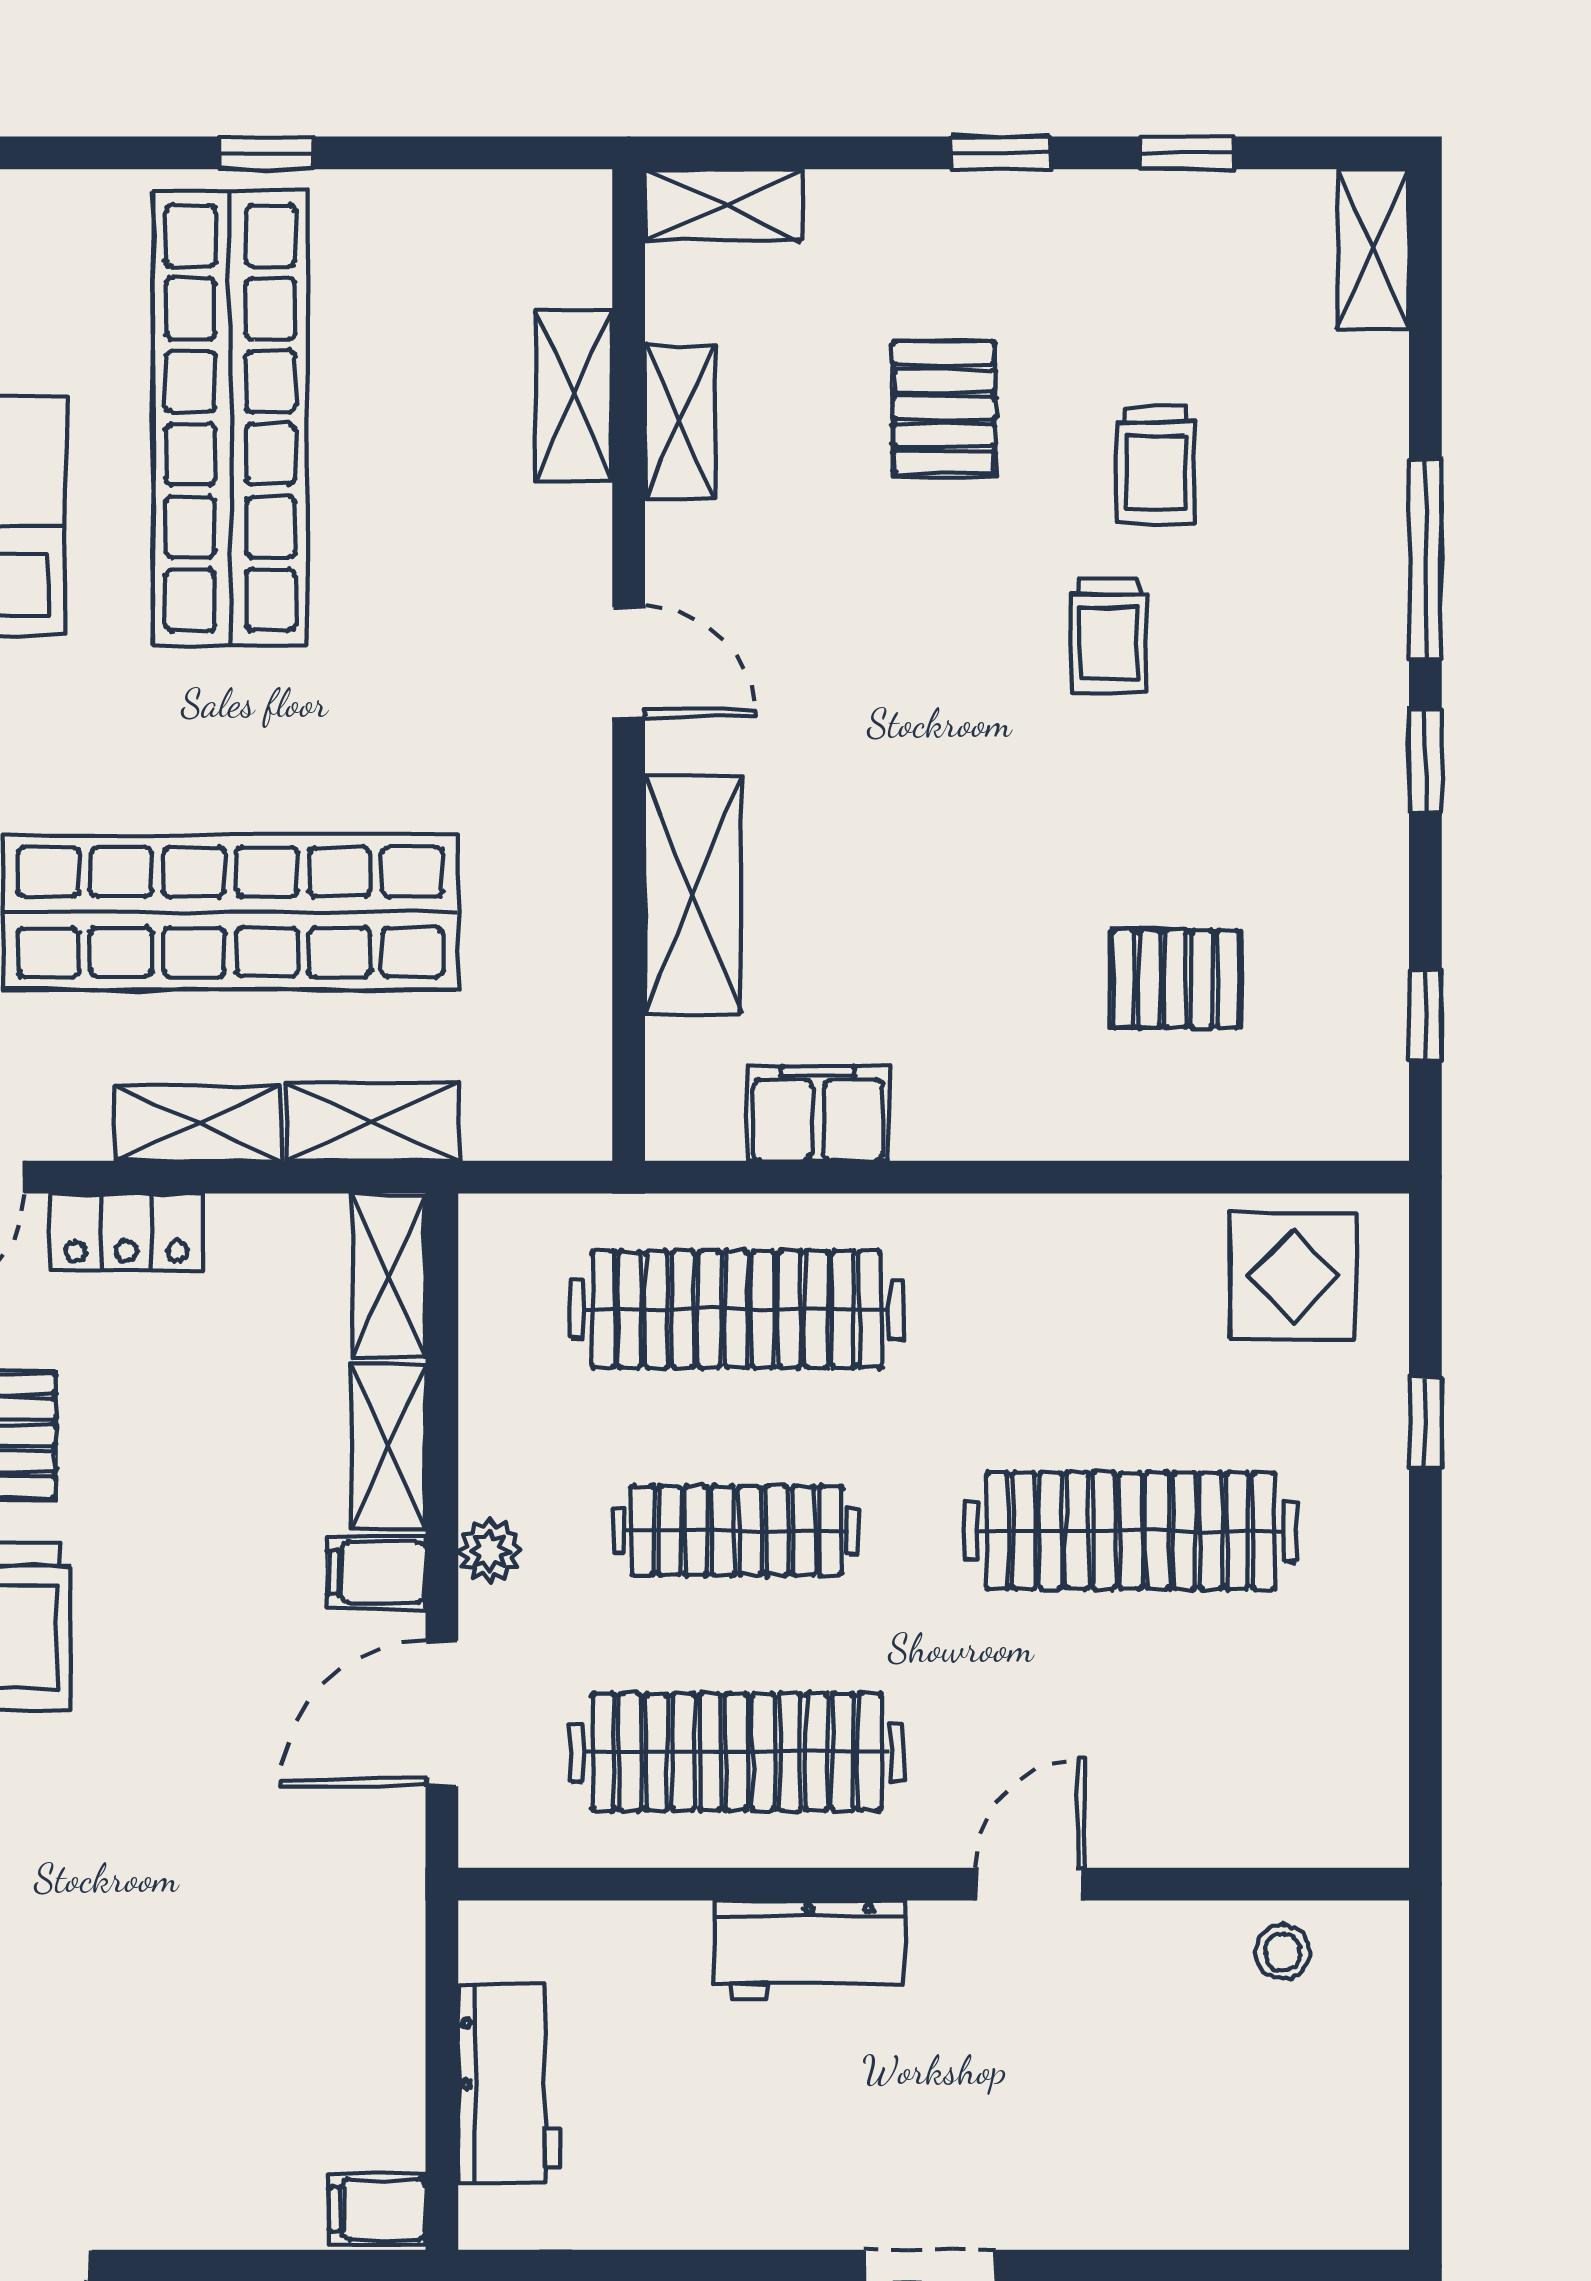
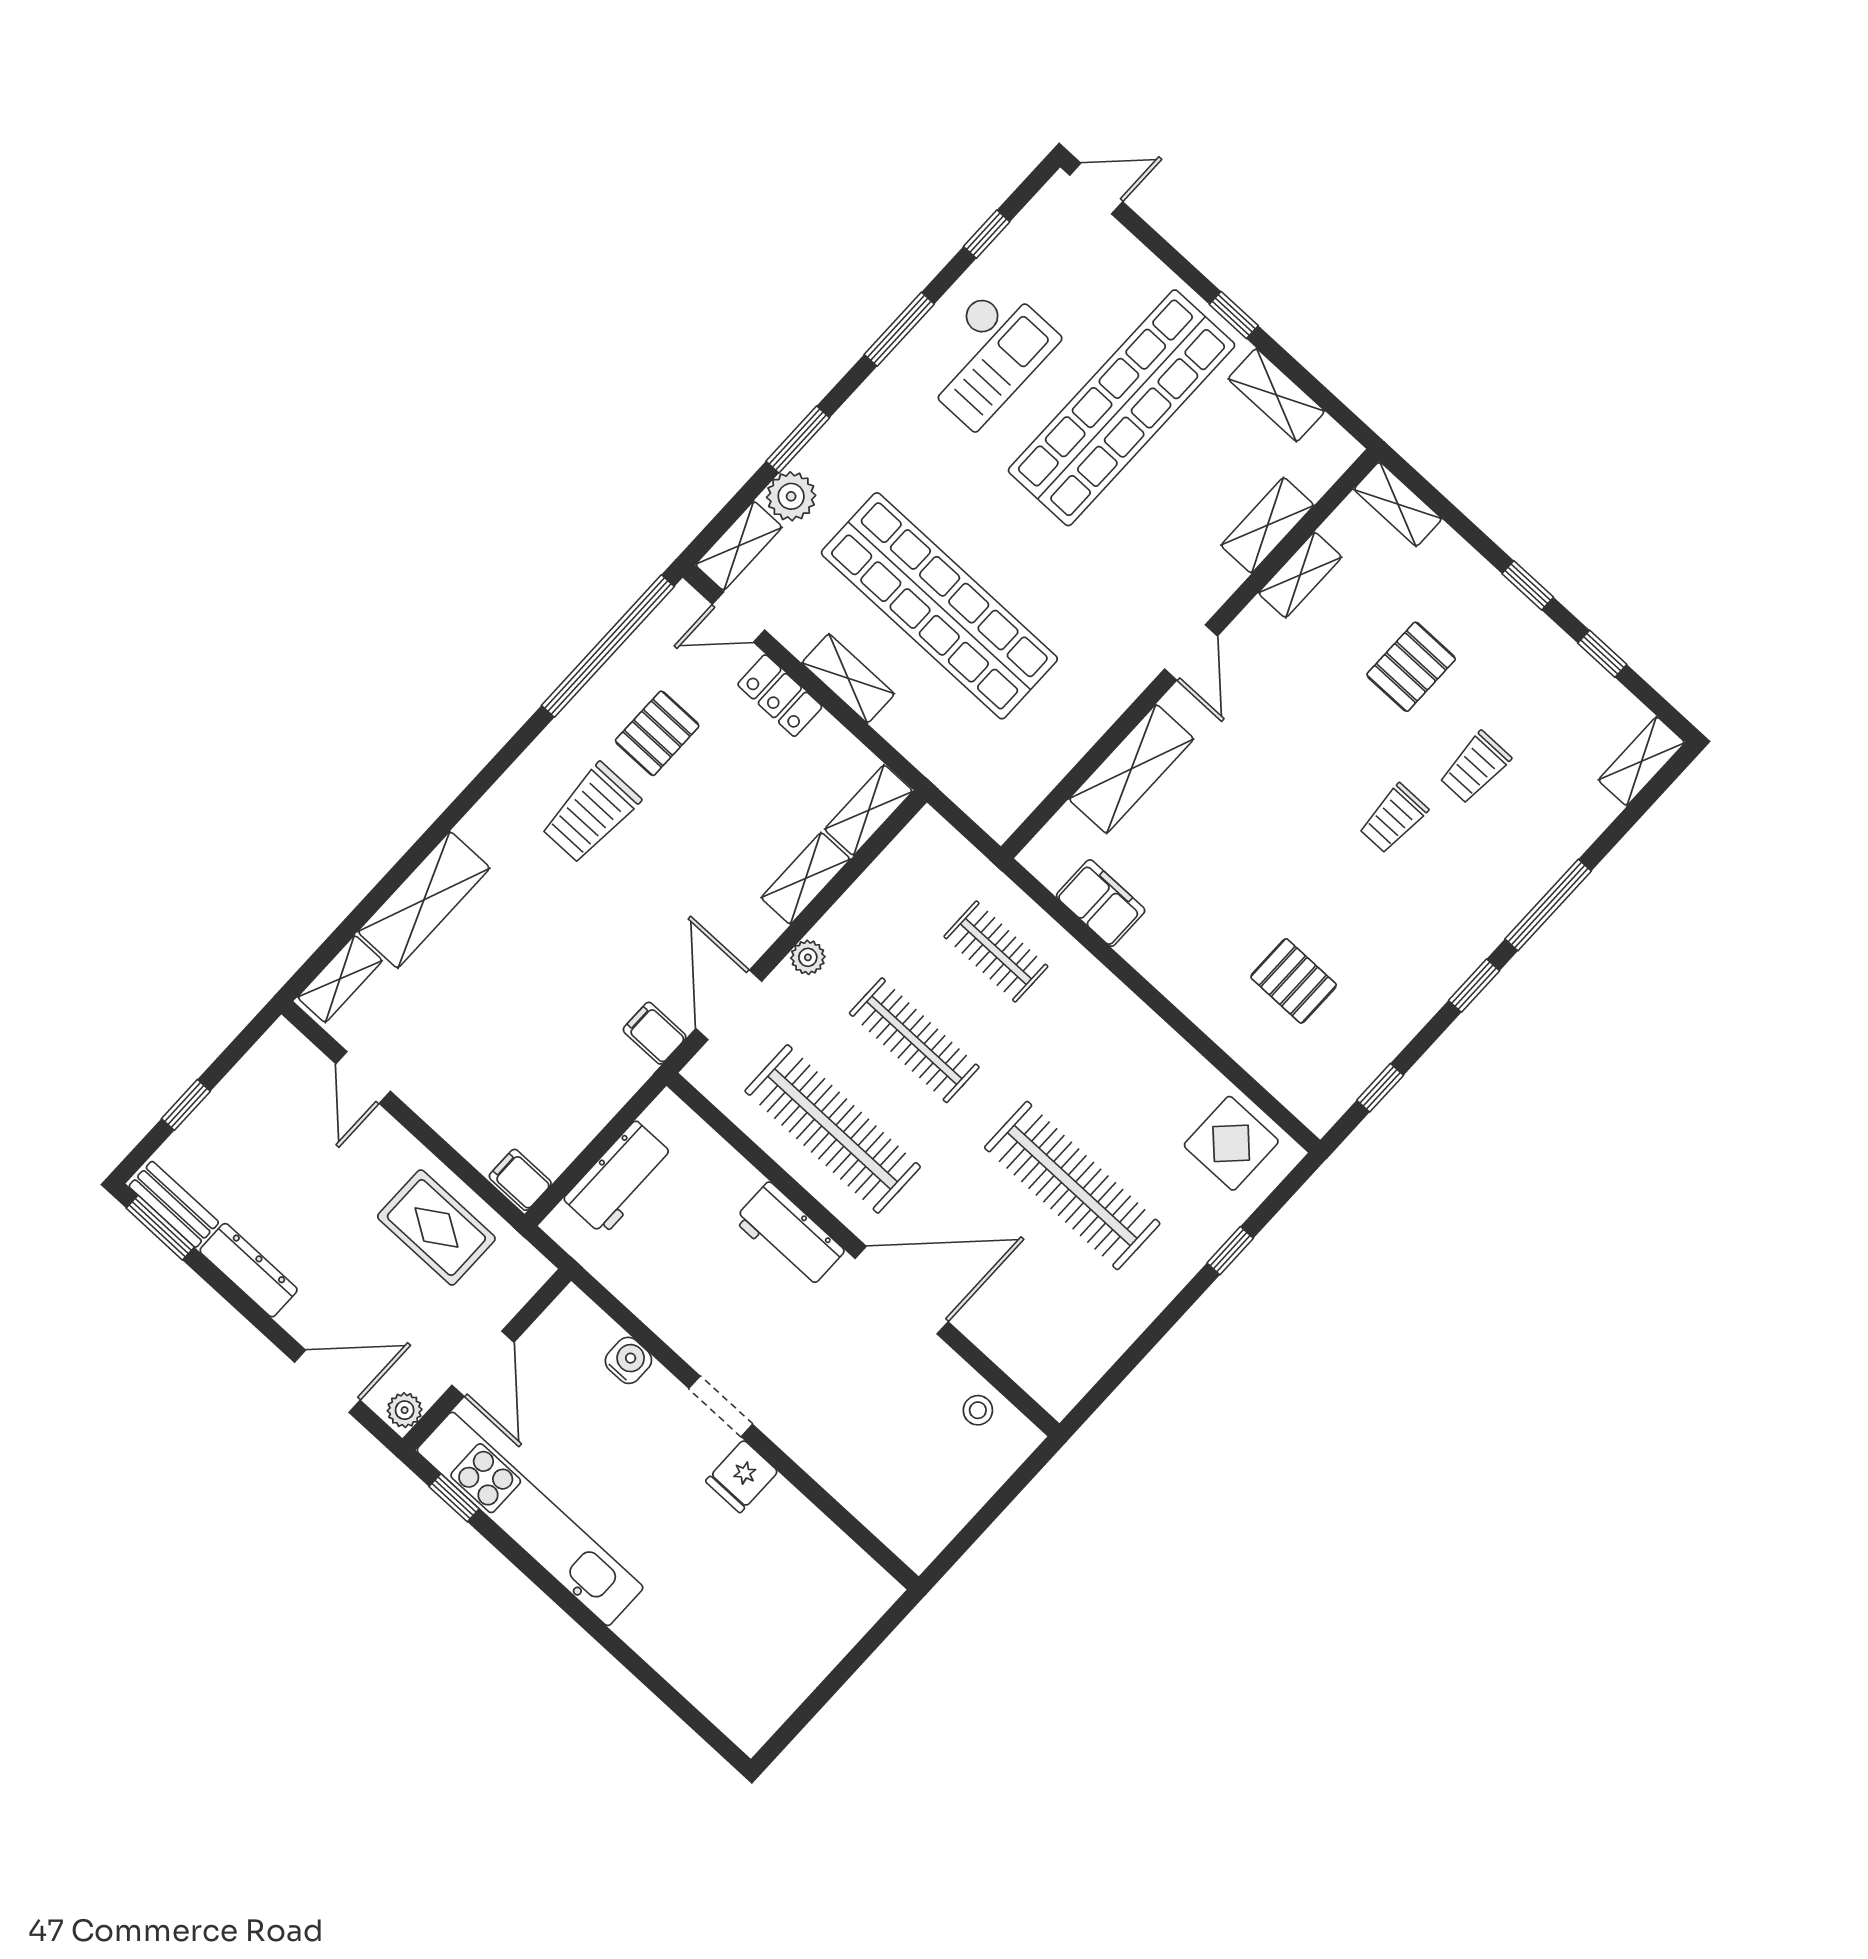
shelving: (373, 1122) -> (1276, 395), moved
clothes rail: (736, 1309) -> (996, 951), width x0.54, depth x0.76
filing cabinet: (377, 1573) -> (655, 1033), moved
door: (442, 1713) -> (729, 1005), hinge flipped
door: (1030, 1884) -> (902, 1290), width x1.88

